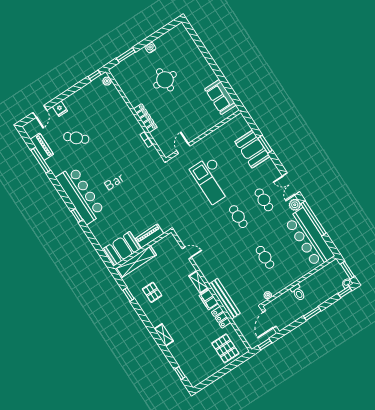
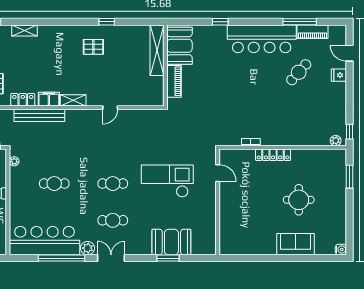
water cooler: (150, 48) -> (341, 250), moved
sofa: (220, 97) -> (295, 244), moved
bar counter: (80, 195) -> (262, 39), moved
piano: (149, 236) -> (174, 81), moved
booth: (122, 248) -> (180, 46), moved
wall: (142, 249) -> (165, 65), moved
shelving: (136, 262) -> (157, 50), moved
shelving: (164, 335) -> (25, 30), moved

